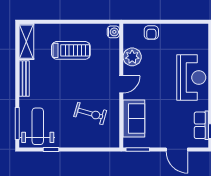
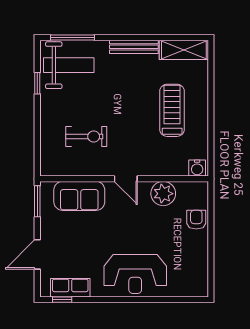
armchair: (151, 32) -> (196, 220), turned 90
treadmill: (71, 50) -> (172, 110), turned 180
exercise bike: (90, 113) -> (86, 136), turned -106

